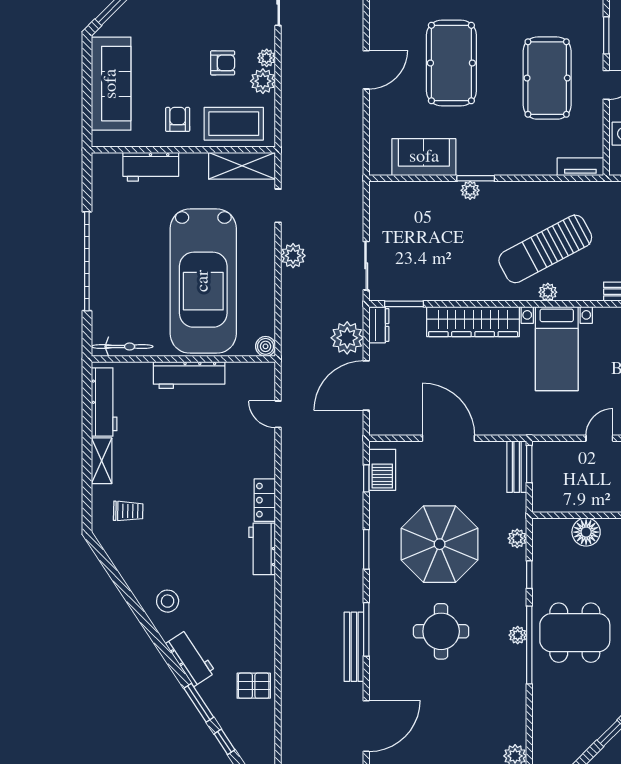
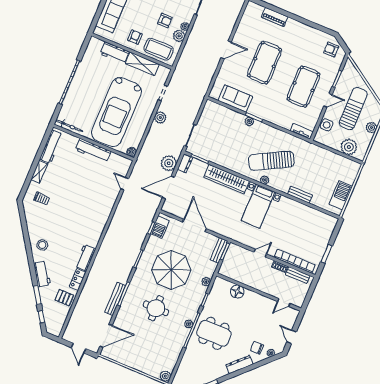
shelving: (242, 166) -> (142, 64), moved
locker: (265, 500) -> (78, 279), moved
workbench: (262, 549) -> (85, 258), moved

